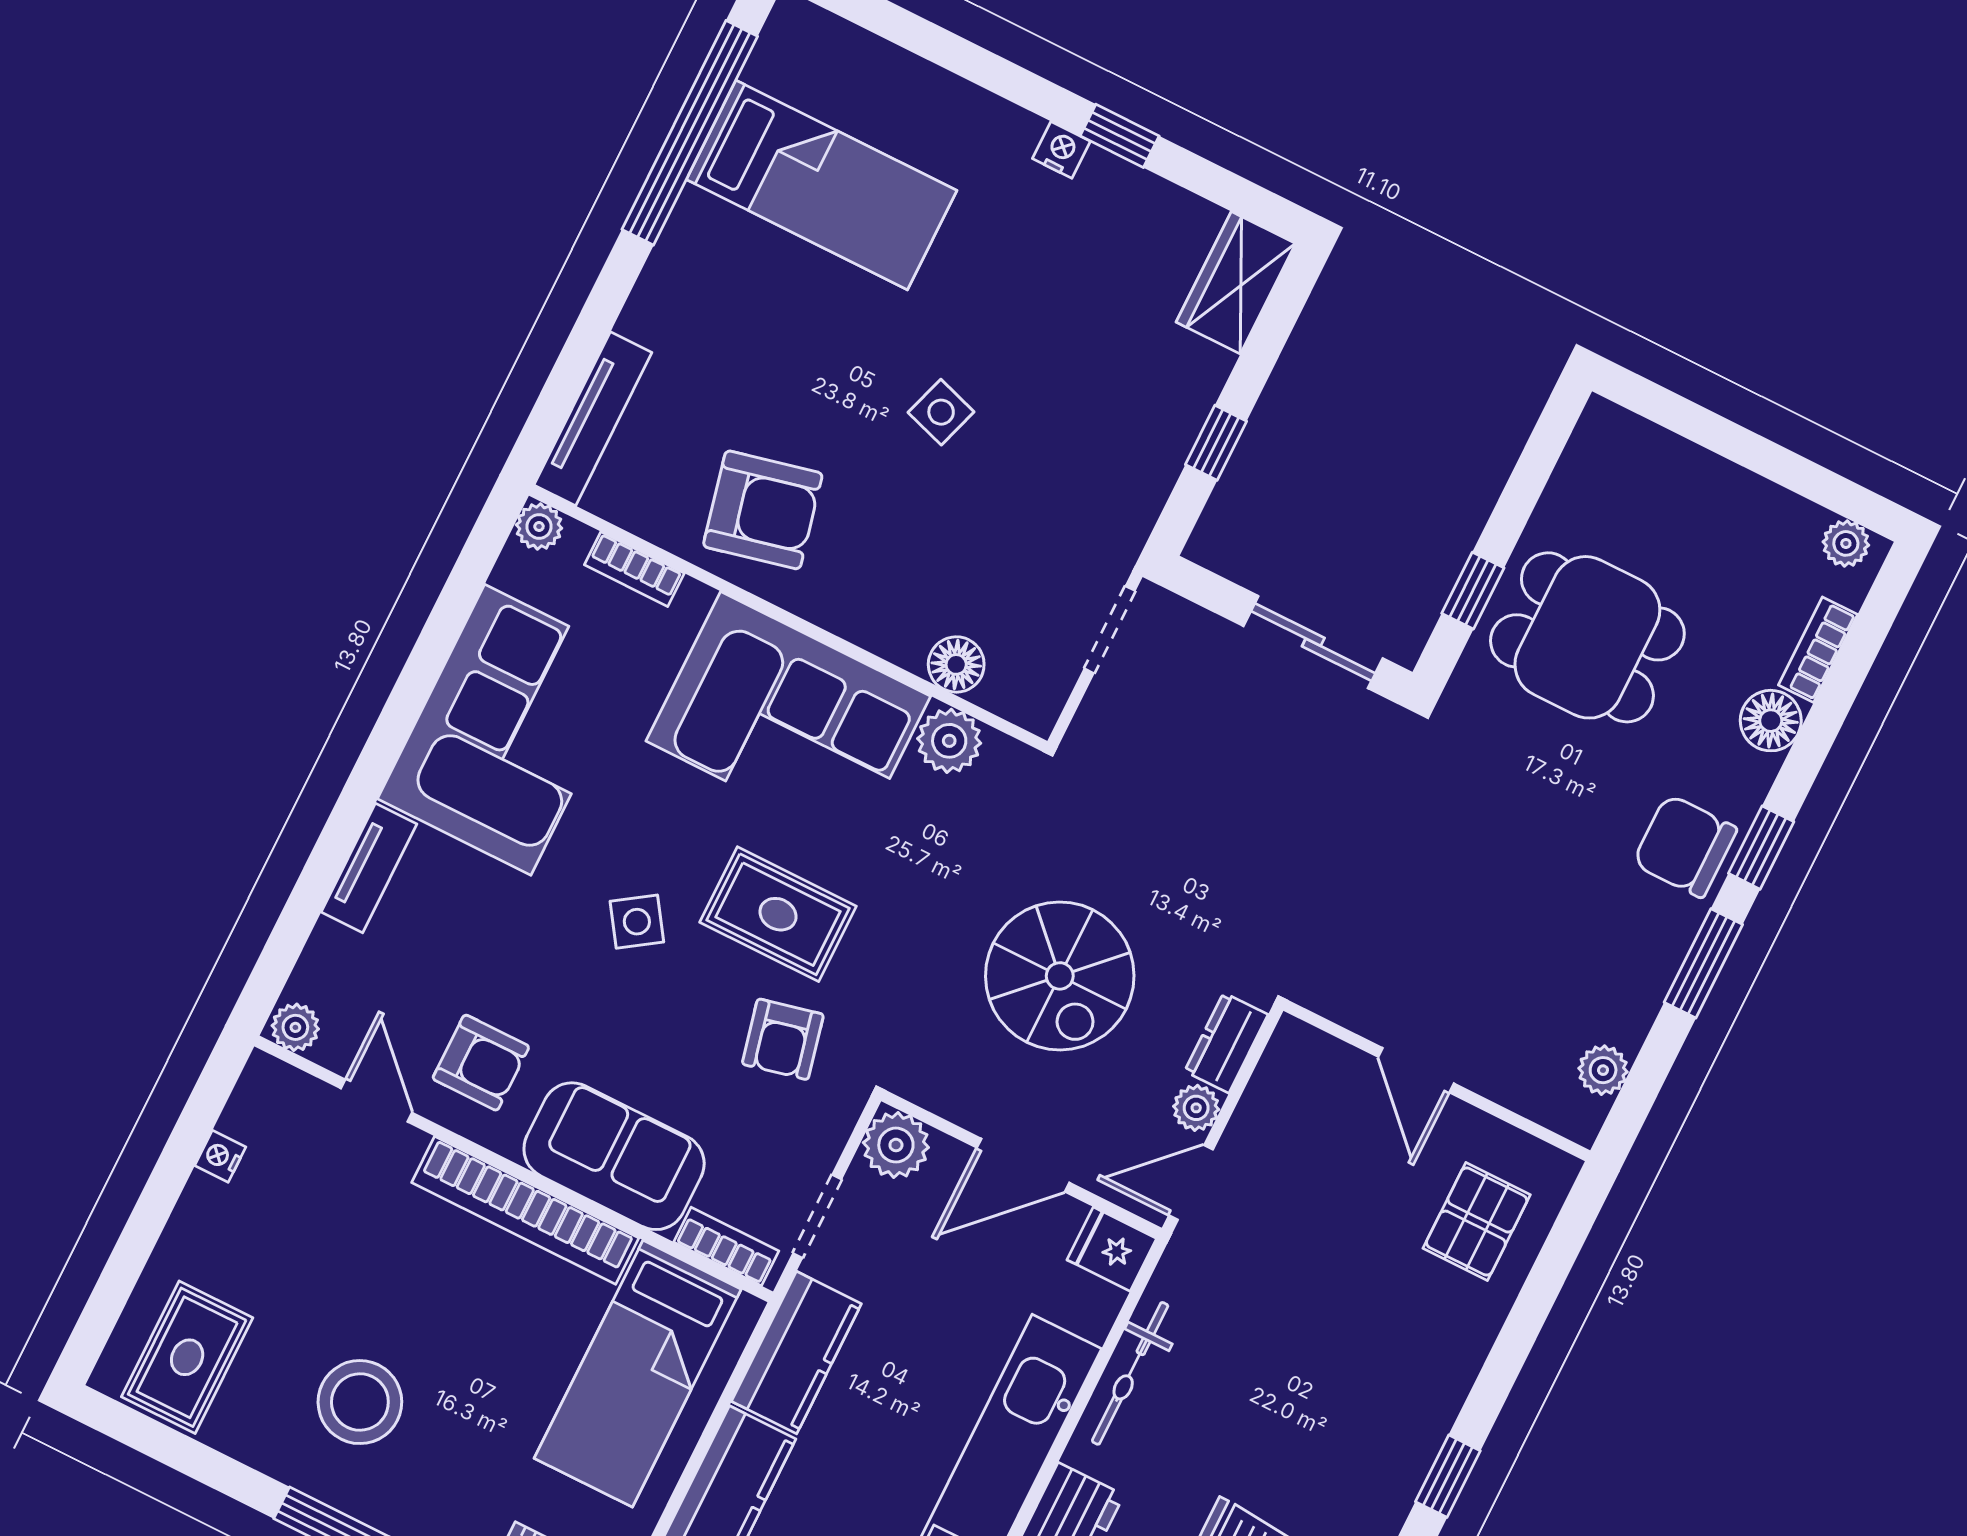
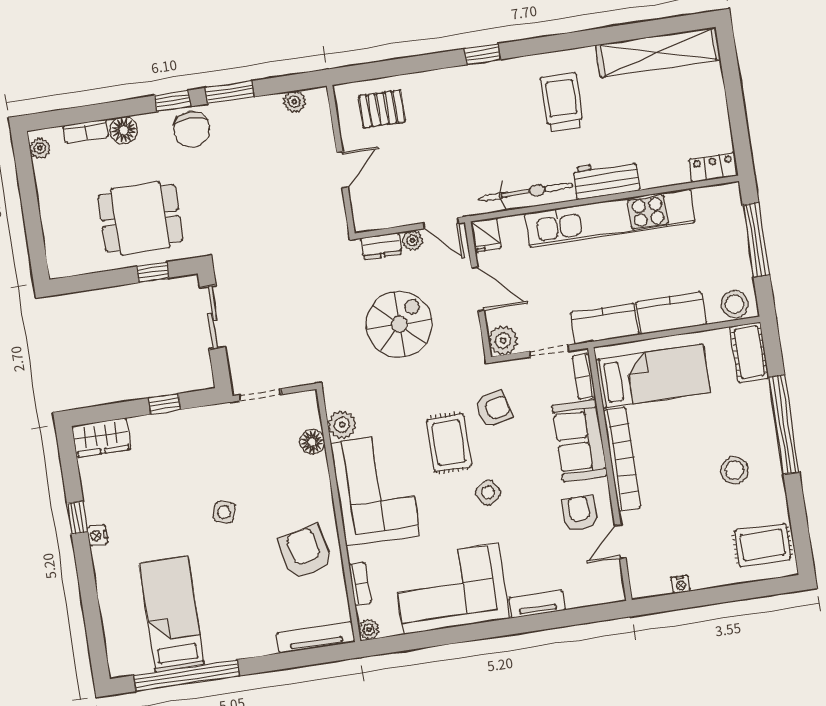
dining table: (1587, 637) -> (140, 218), turned 90
plant: (295, 1027) -> (614, 590), removed
bicycle: (1130, 1373) -> (526, 192), width x1.37, depth x1.40
stool: (360, 1402) -> (734, 470), width x0.73, depth x0.73

